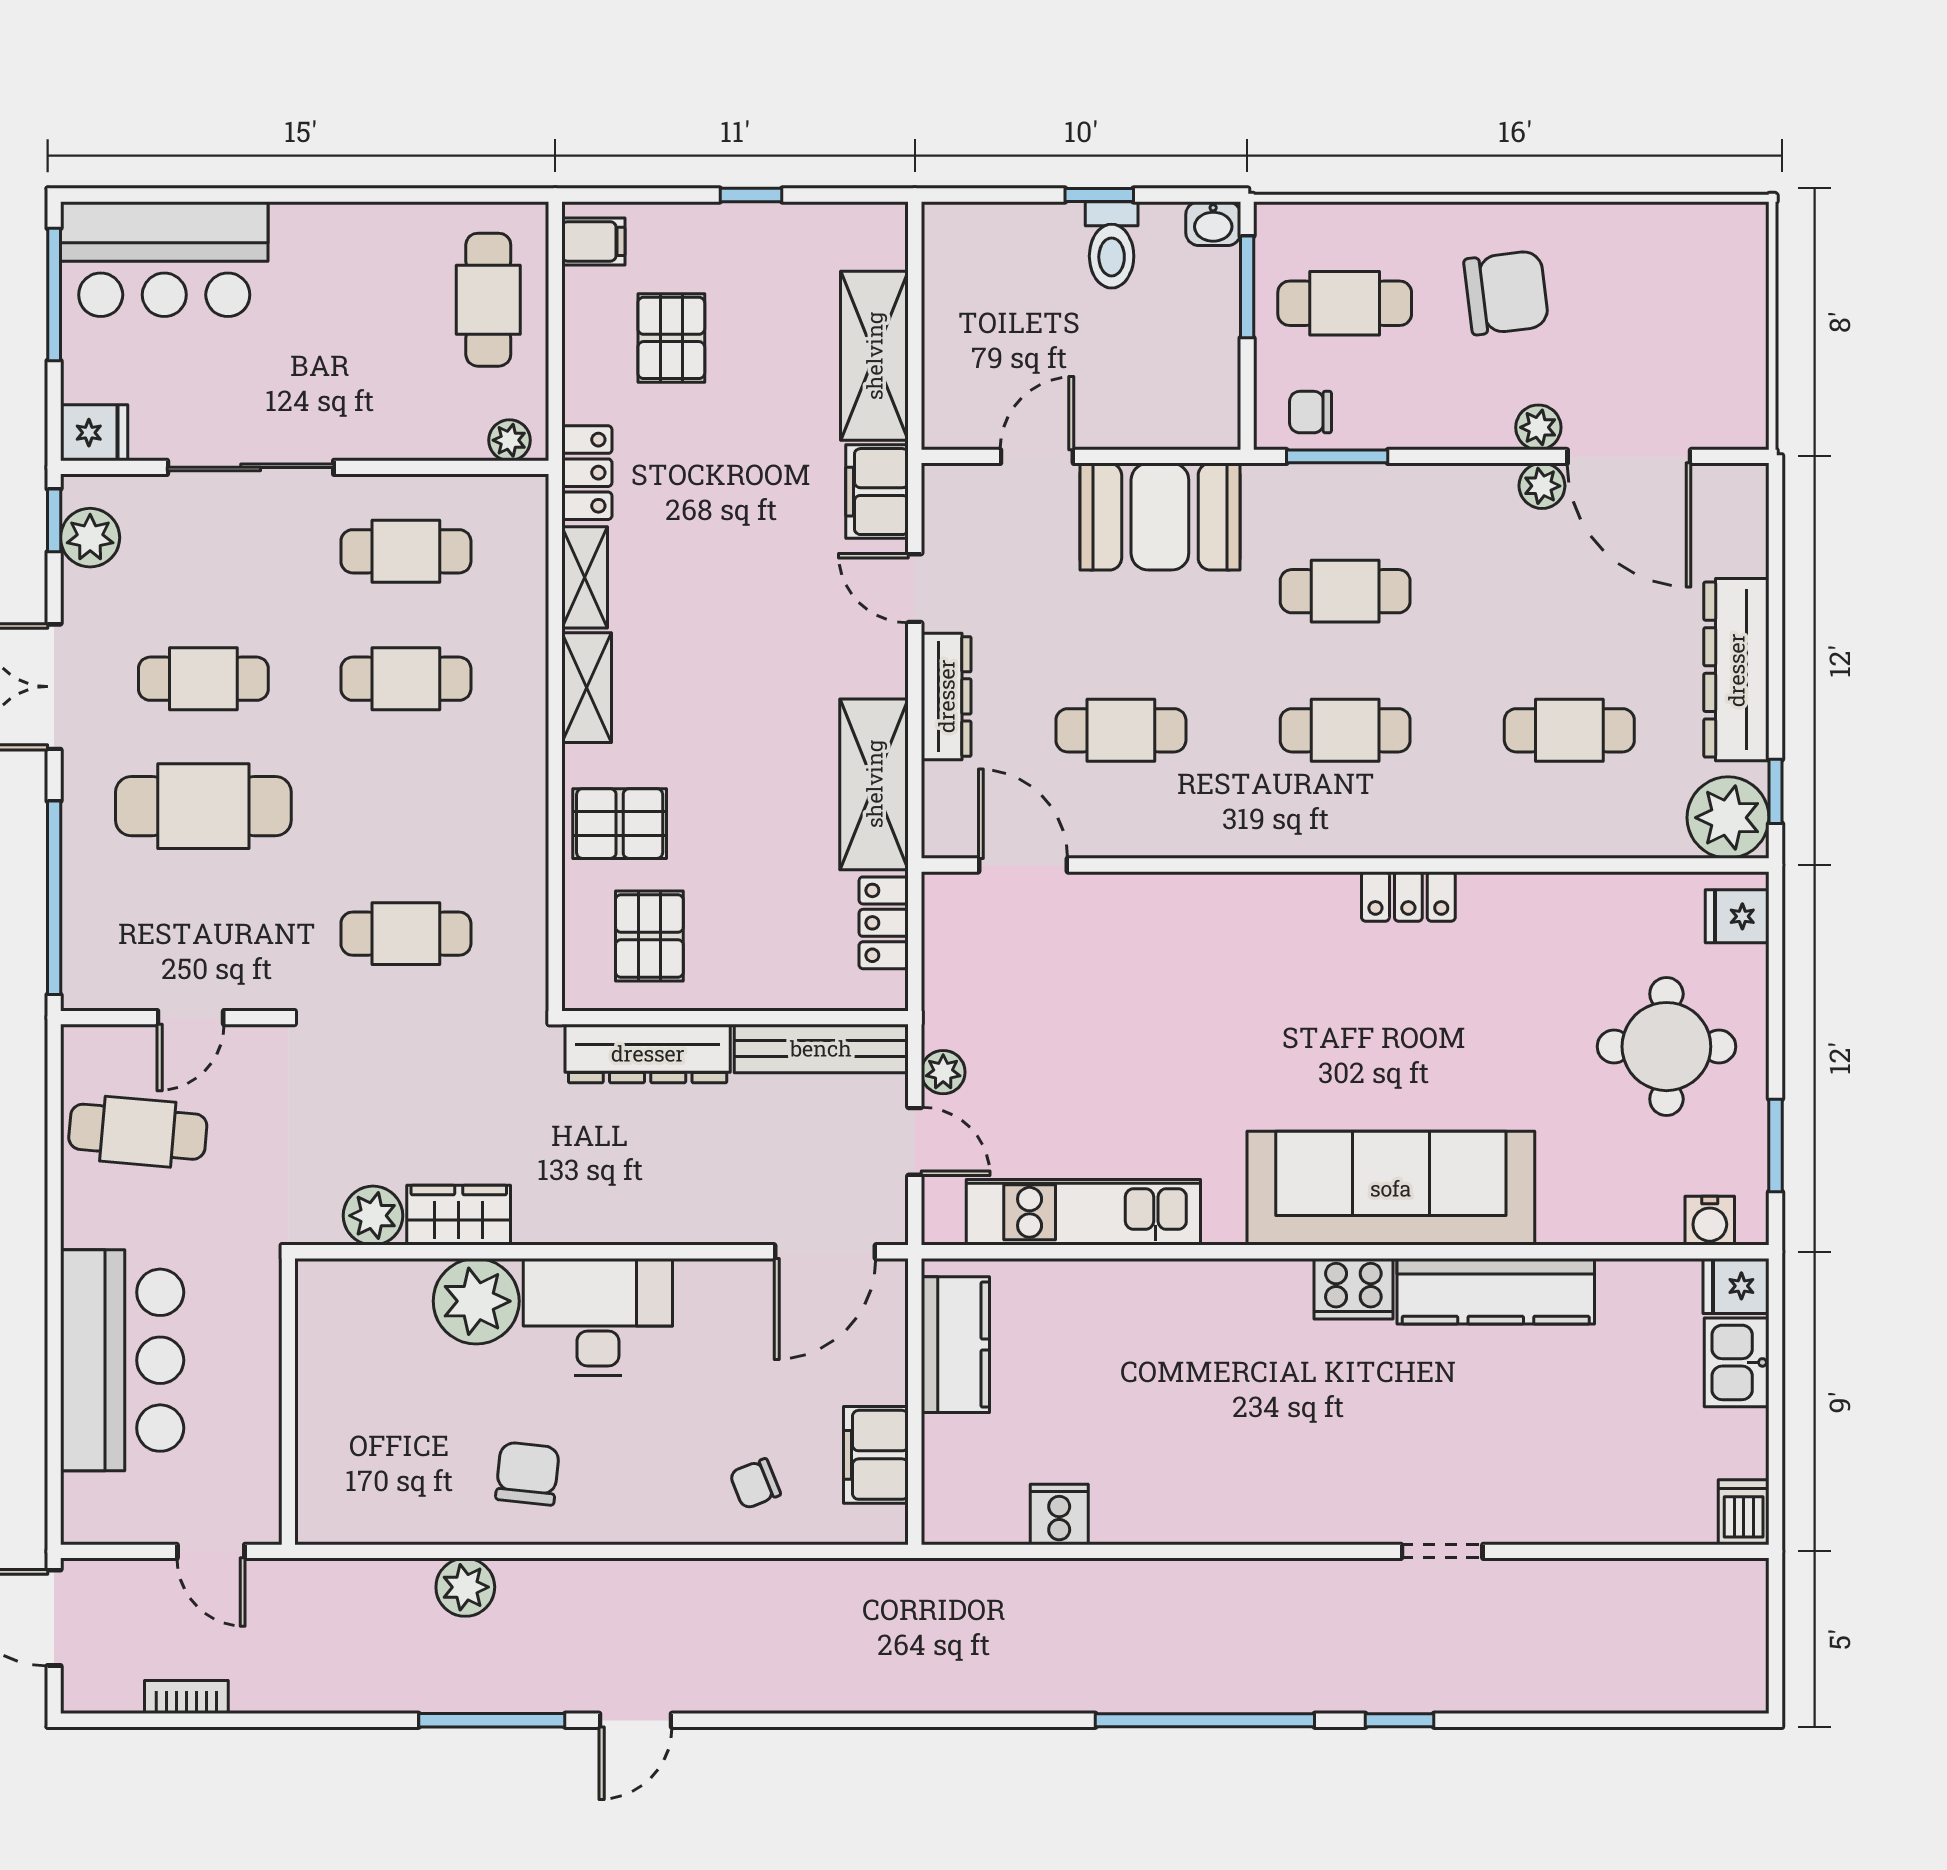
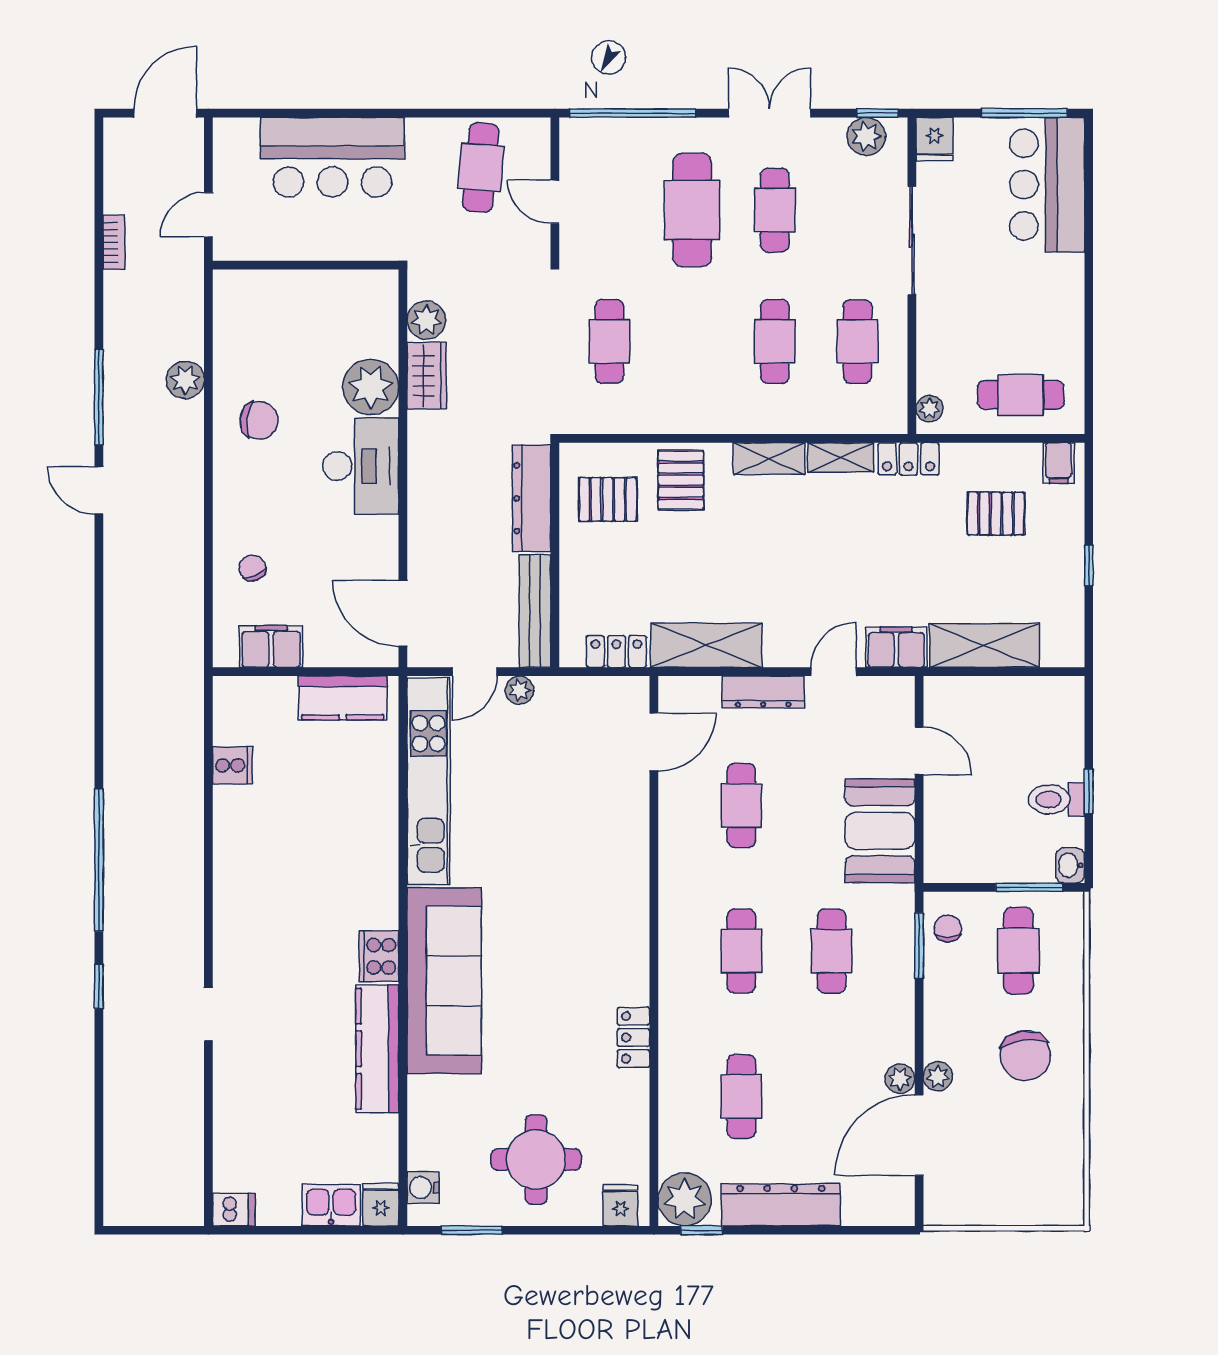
locker: (1408, 896) -> (633, 1037), moved
kitchen unit: (1083, 1212) -> (429, 781), width x1.36
bookcase: (186, 1697) -> (114, 242), moved

